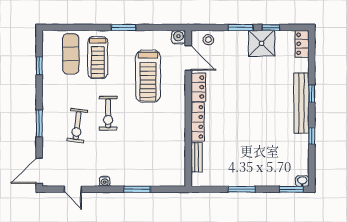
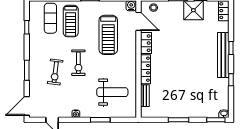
weight bench: (153, 152) -> (112, 92), added

